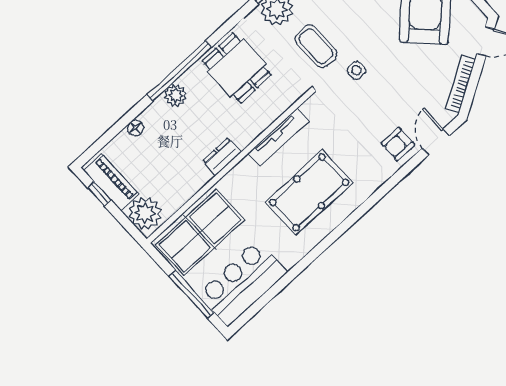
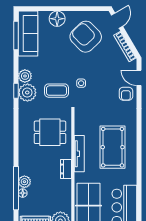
dining table: (237, 68) -> (50, 132), moved
window: (179, 71) -> (16, 188), moved
plant: (176, 95) -> (24, 182), moved
tv unit: (278, 137) -> (79, 154), moved

